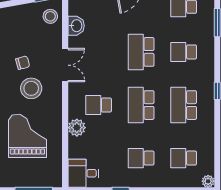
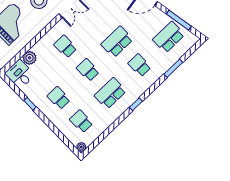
school desk: (141, 105) -> (88, 70), width x0.54
plant: (77, 128) -> (30, 58), moved

